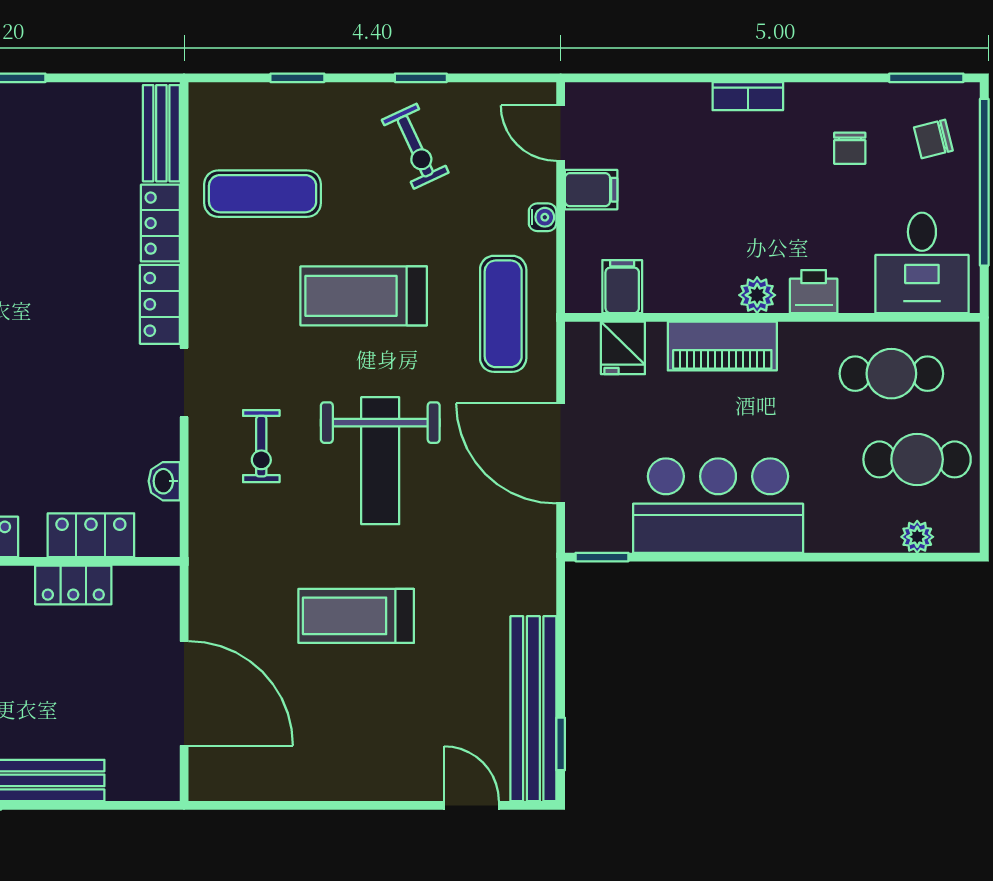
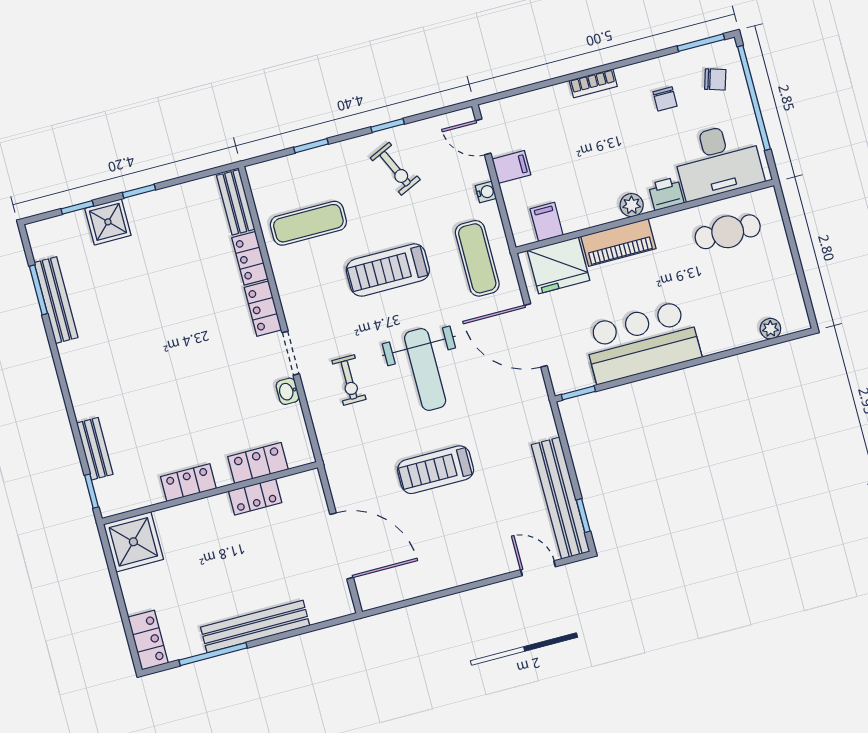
chair: (933, 139) -> (715, 79), turned -149
desk: (922, 263) -> (718, 161), width x1.37
fridge: (623, 348) -> (559, 265), width x1.88, depth x1.34
cafe table: (917, 459) -> (758, 281), removed
washbasin: (164, 481) -> (288, 391), moved

